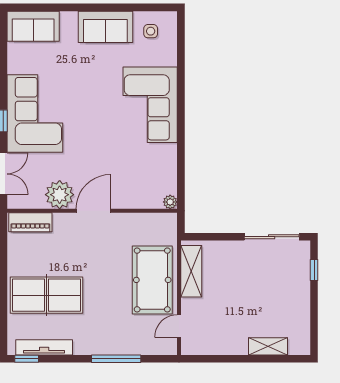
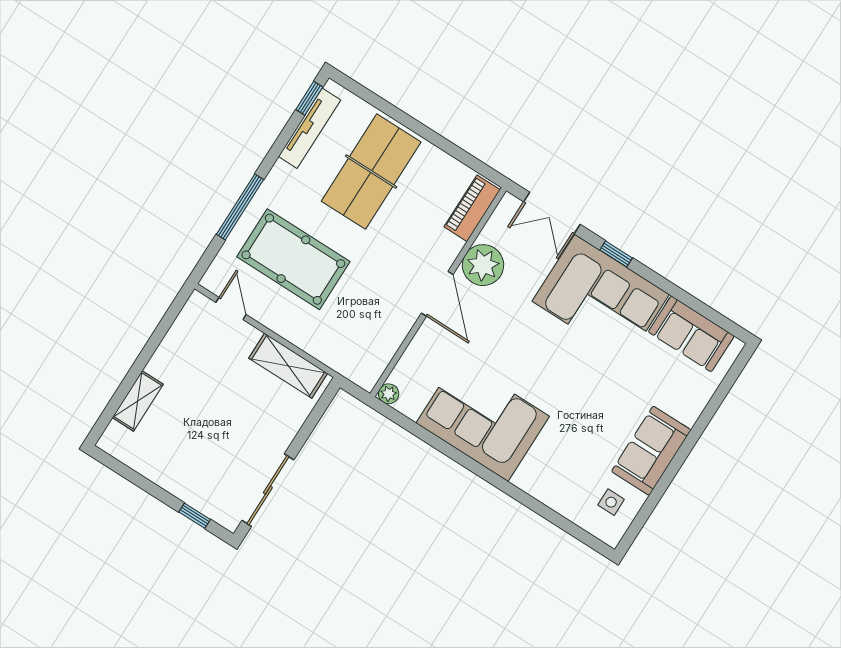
sofa: (33, 26) -> (691, 334), moved, turned -90
corner sofa: (150, 105) -> (483, 420), moved
pool table: (152, 280) -> (293, 259), moved

